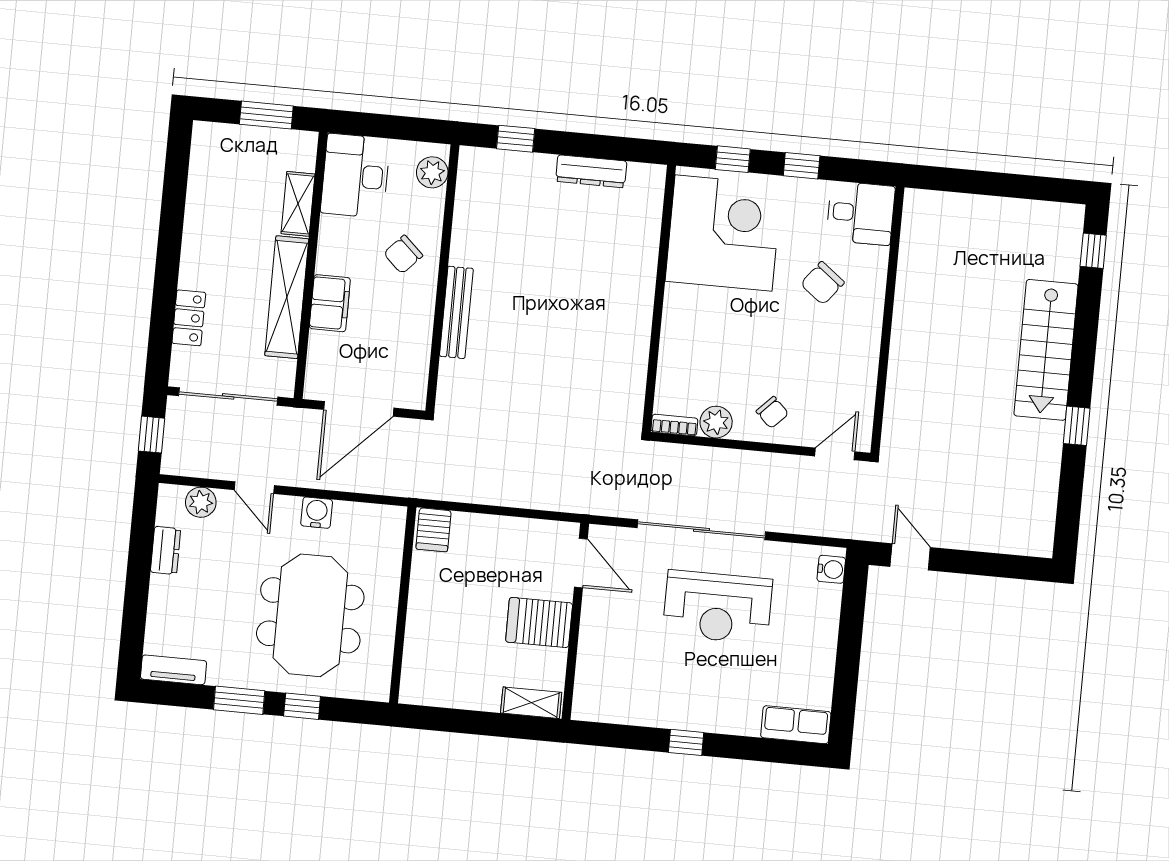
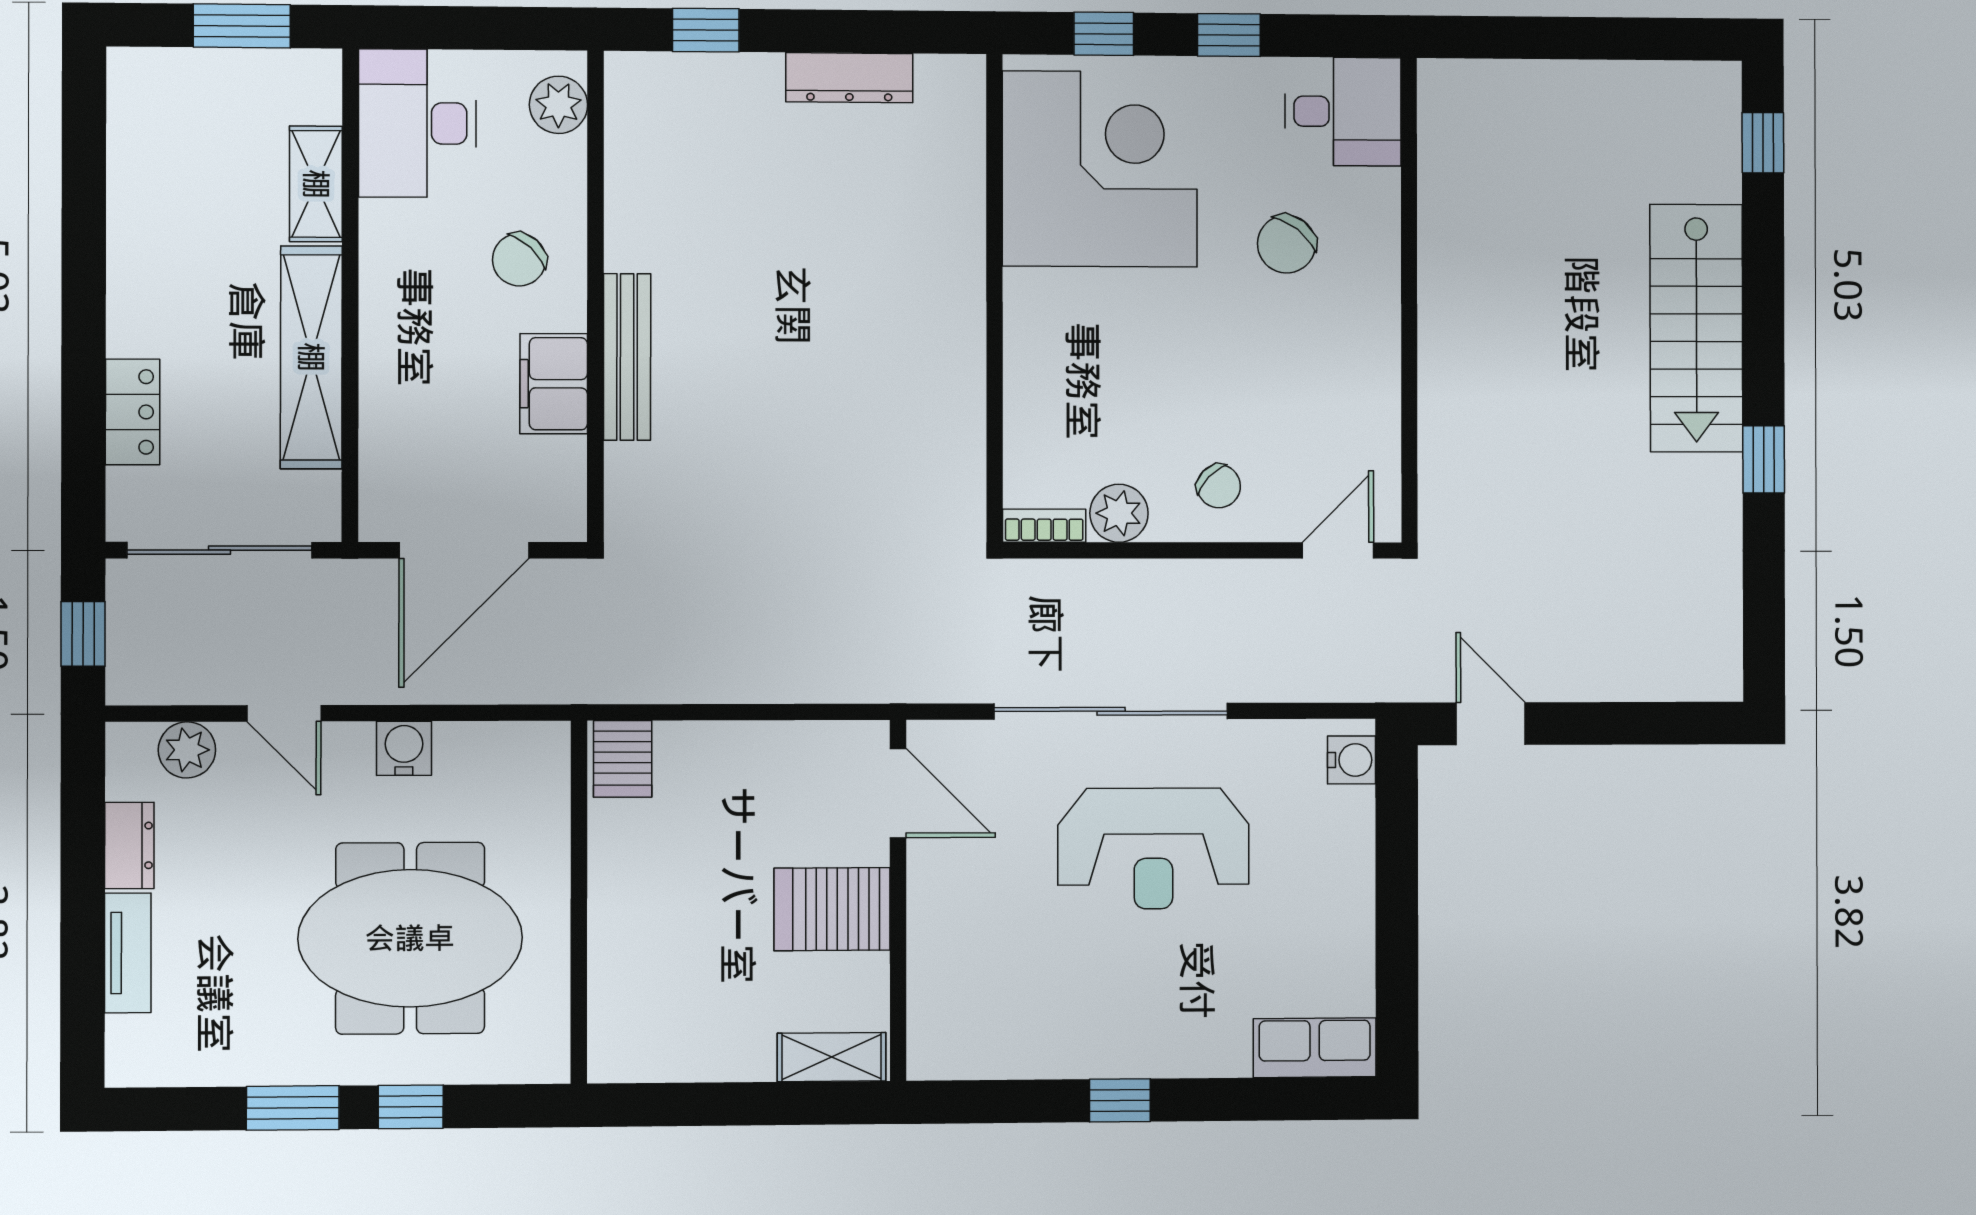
filing cabinet: (330, 303) -> (554, 384), moved, turned 180
meeting table: (310, 615) -> (410, 938), turned 90
tv unit: (173, 670) -> (128, 953), moved, turned 90

